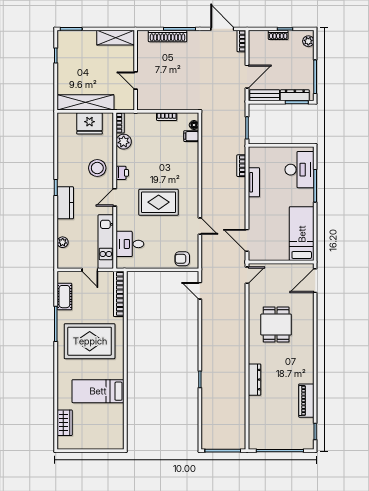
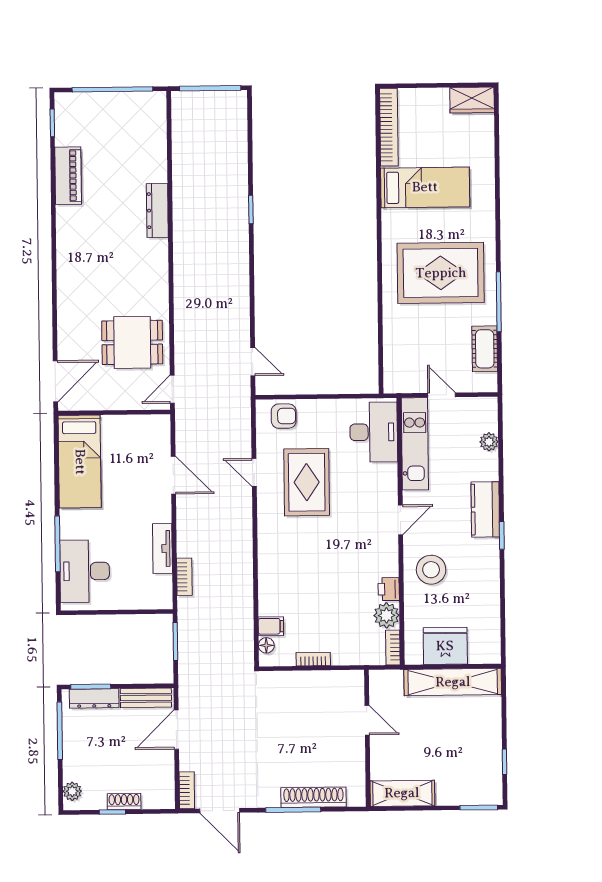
printer: (122, 173) -> (389, 589), moved
rug: (159, 202) -> (307, 482), moved, turned 90
door: (247, 240) -> (173, 475), moved
desk: (130, 244) -> (374, 432), width x1.37
bookcase: (119, 294) -> (389, 127), moved
dining table: (276, 325) -> (132, 342), moved, turned 90
wardrobe: (65, 423) -> (472, 100), moved, turned -90

